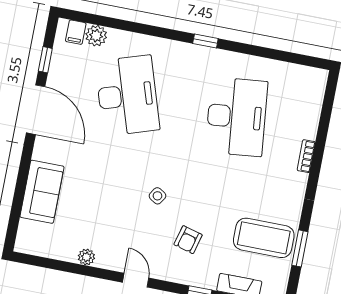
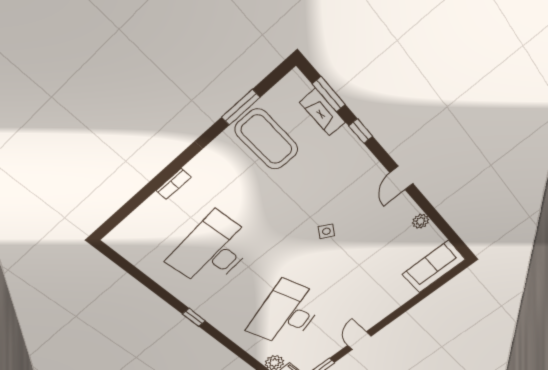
door: (36, 110) -> (359, 341), width x0.53
sofa: (42, 192) -> (434, 267), moved
armchair: (188, 240) -> (332, 182), removed

